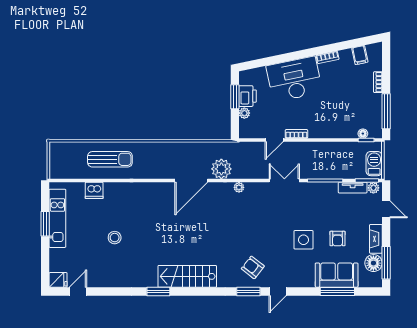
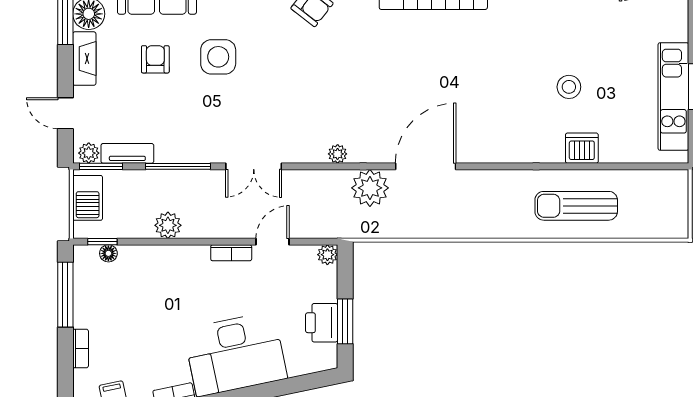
plant: (244, 113) -> (327, 255), moved
plant: (331, 149) -> (168, 225), added
dishwasher: (94, 190) -> (582, 148), moved
stool: (115, 238) -> (569, 87), moved

